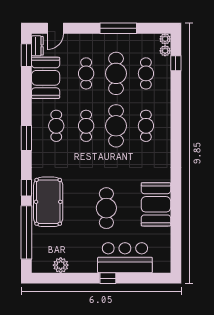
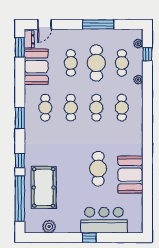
plant: (165, 39) -> (138, 80), moved
cafe table: (116, 126) -> (96, 108), width x0.73, depth x0.74
pool table: (48, 202) -> (44, 187), moved
cafe table: (106, 208) -> (98, 169), moved

